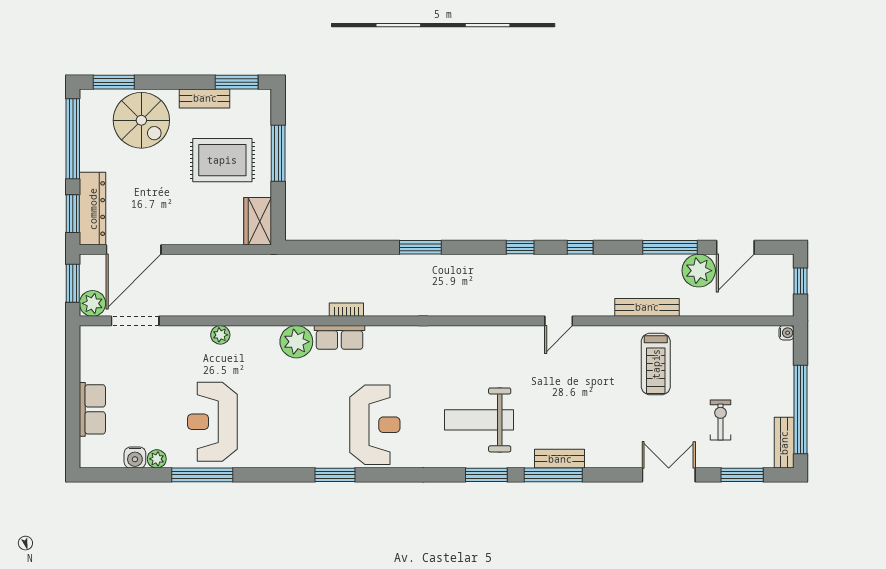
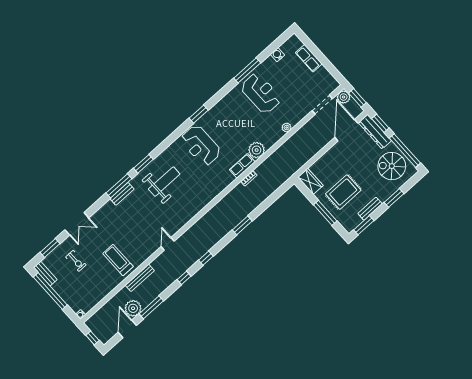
window: (114, 82) -> (394, 198), moved
spiral stairs: (141, 120) -> (392, 166), moved
plant: (157, 459) -> (269, 61), removed

